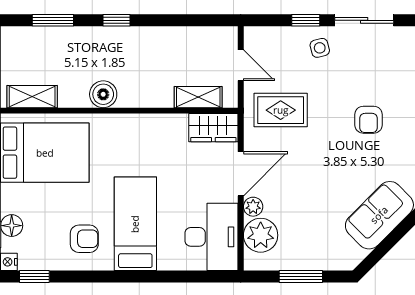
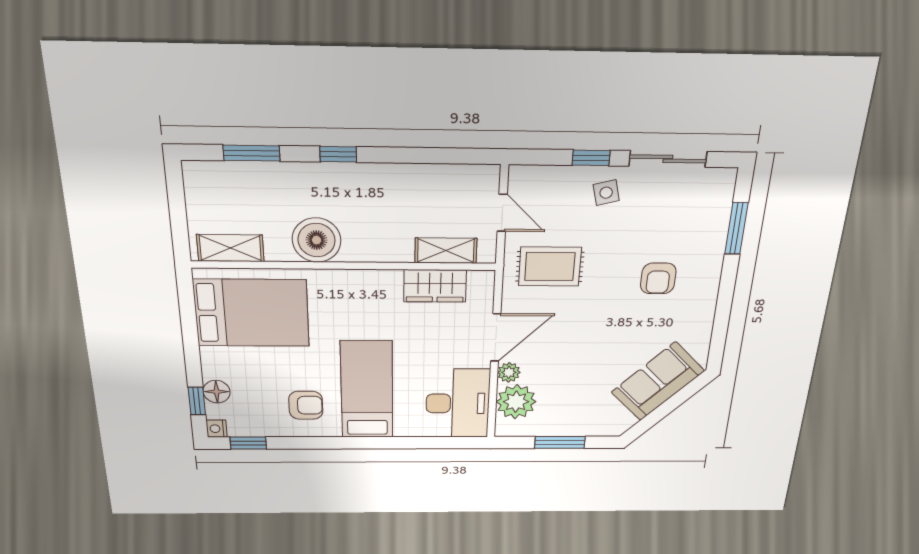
boiler: (103, 94) -> (317, 240), width x1.37, depth x1.37
wardrobe: (213, 128) -> (435, 286), moved

